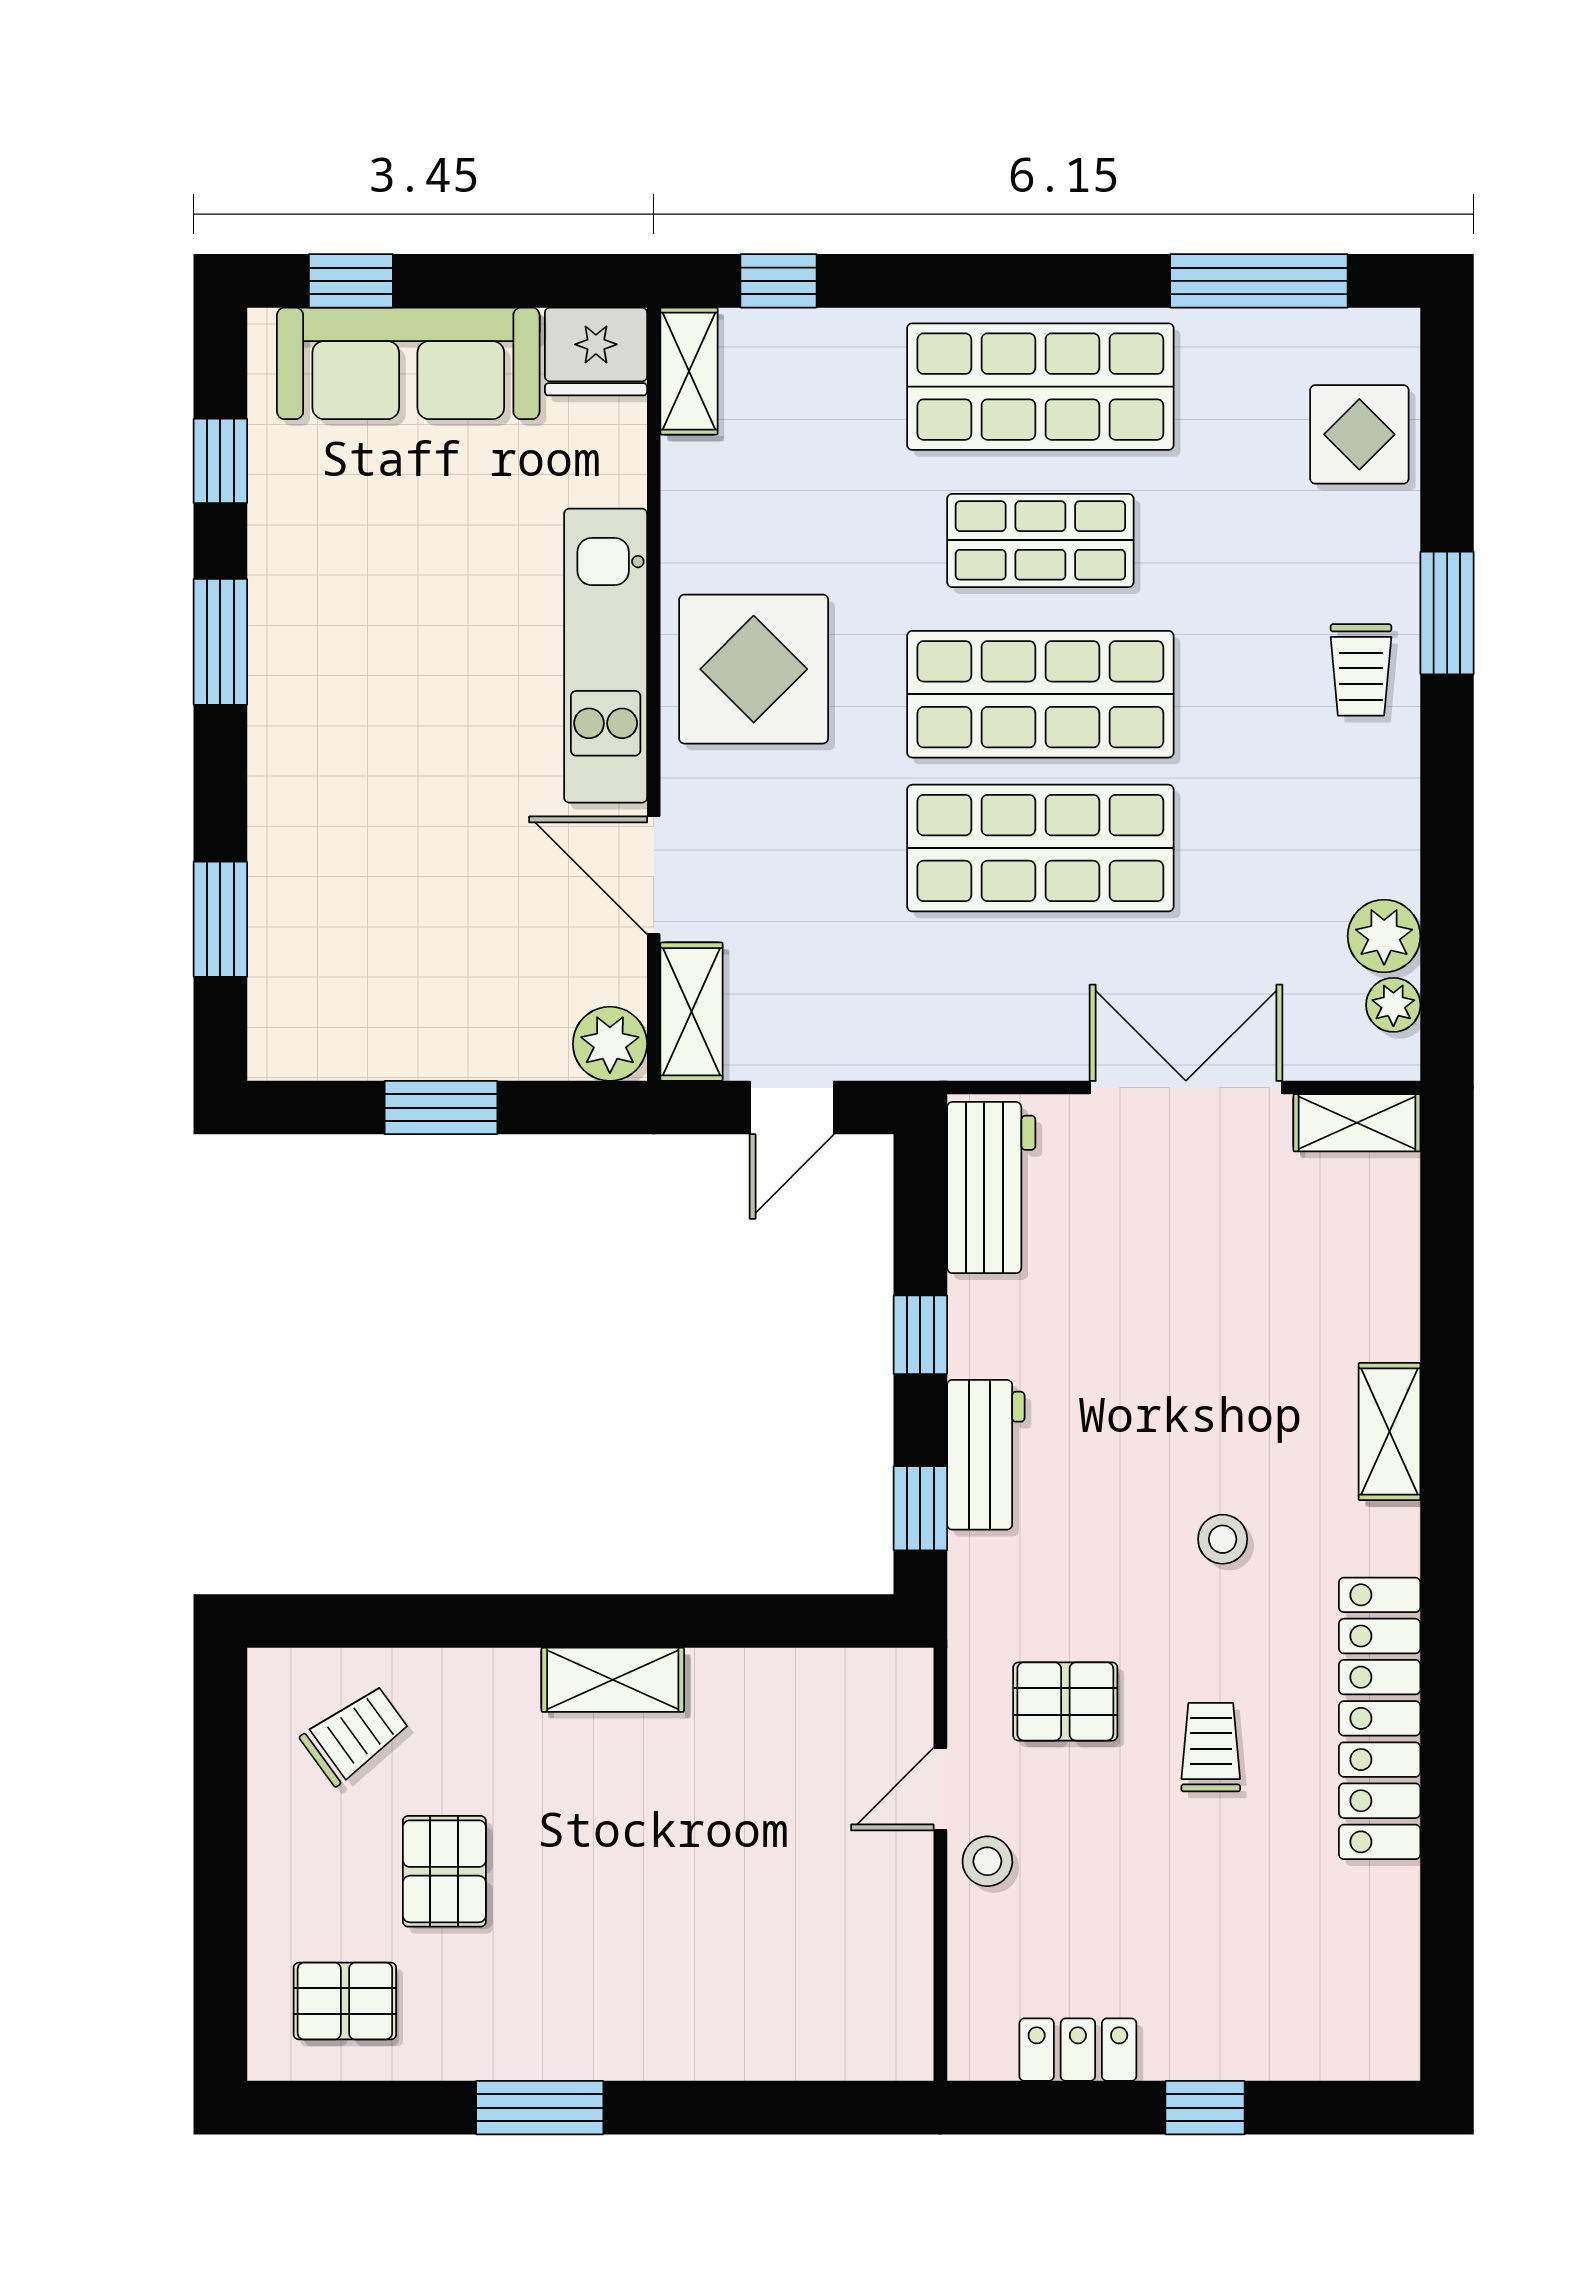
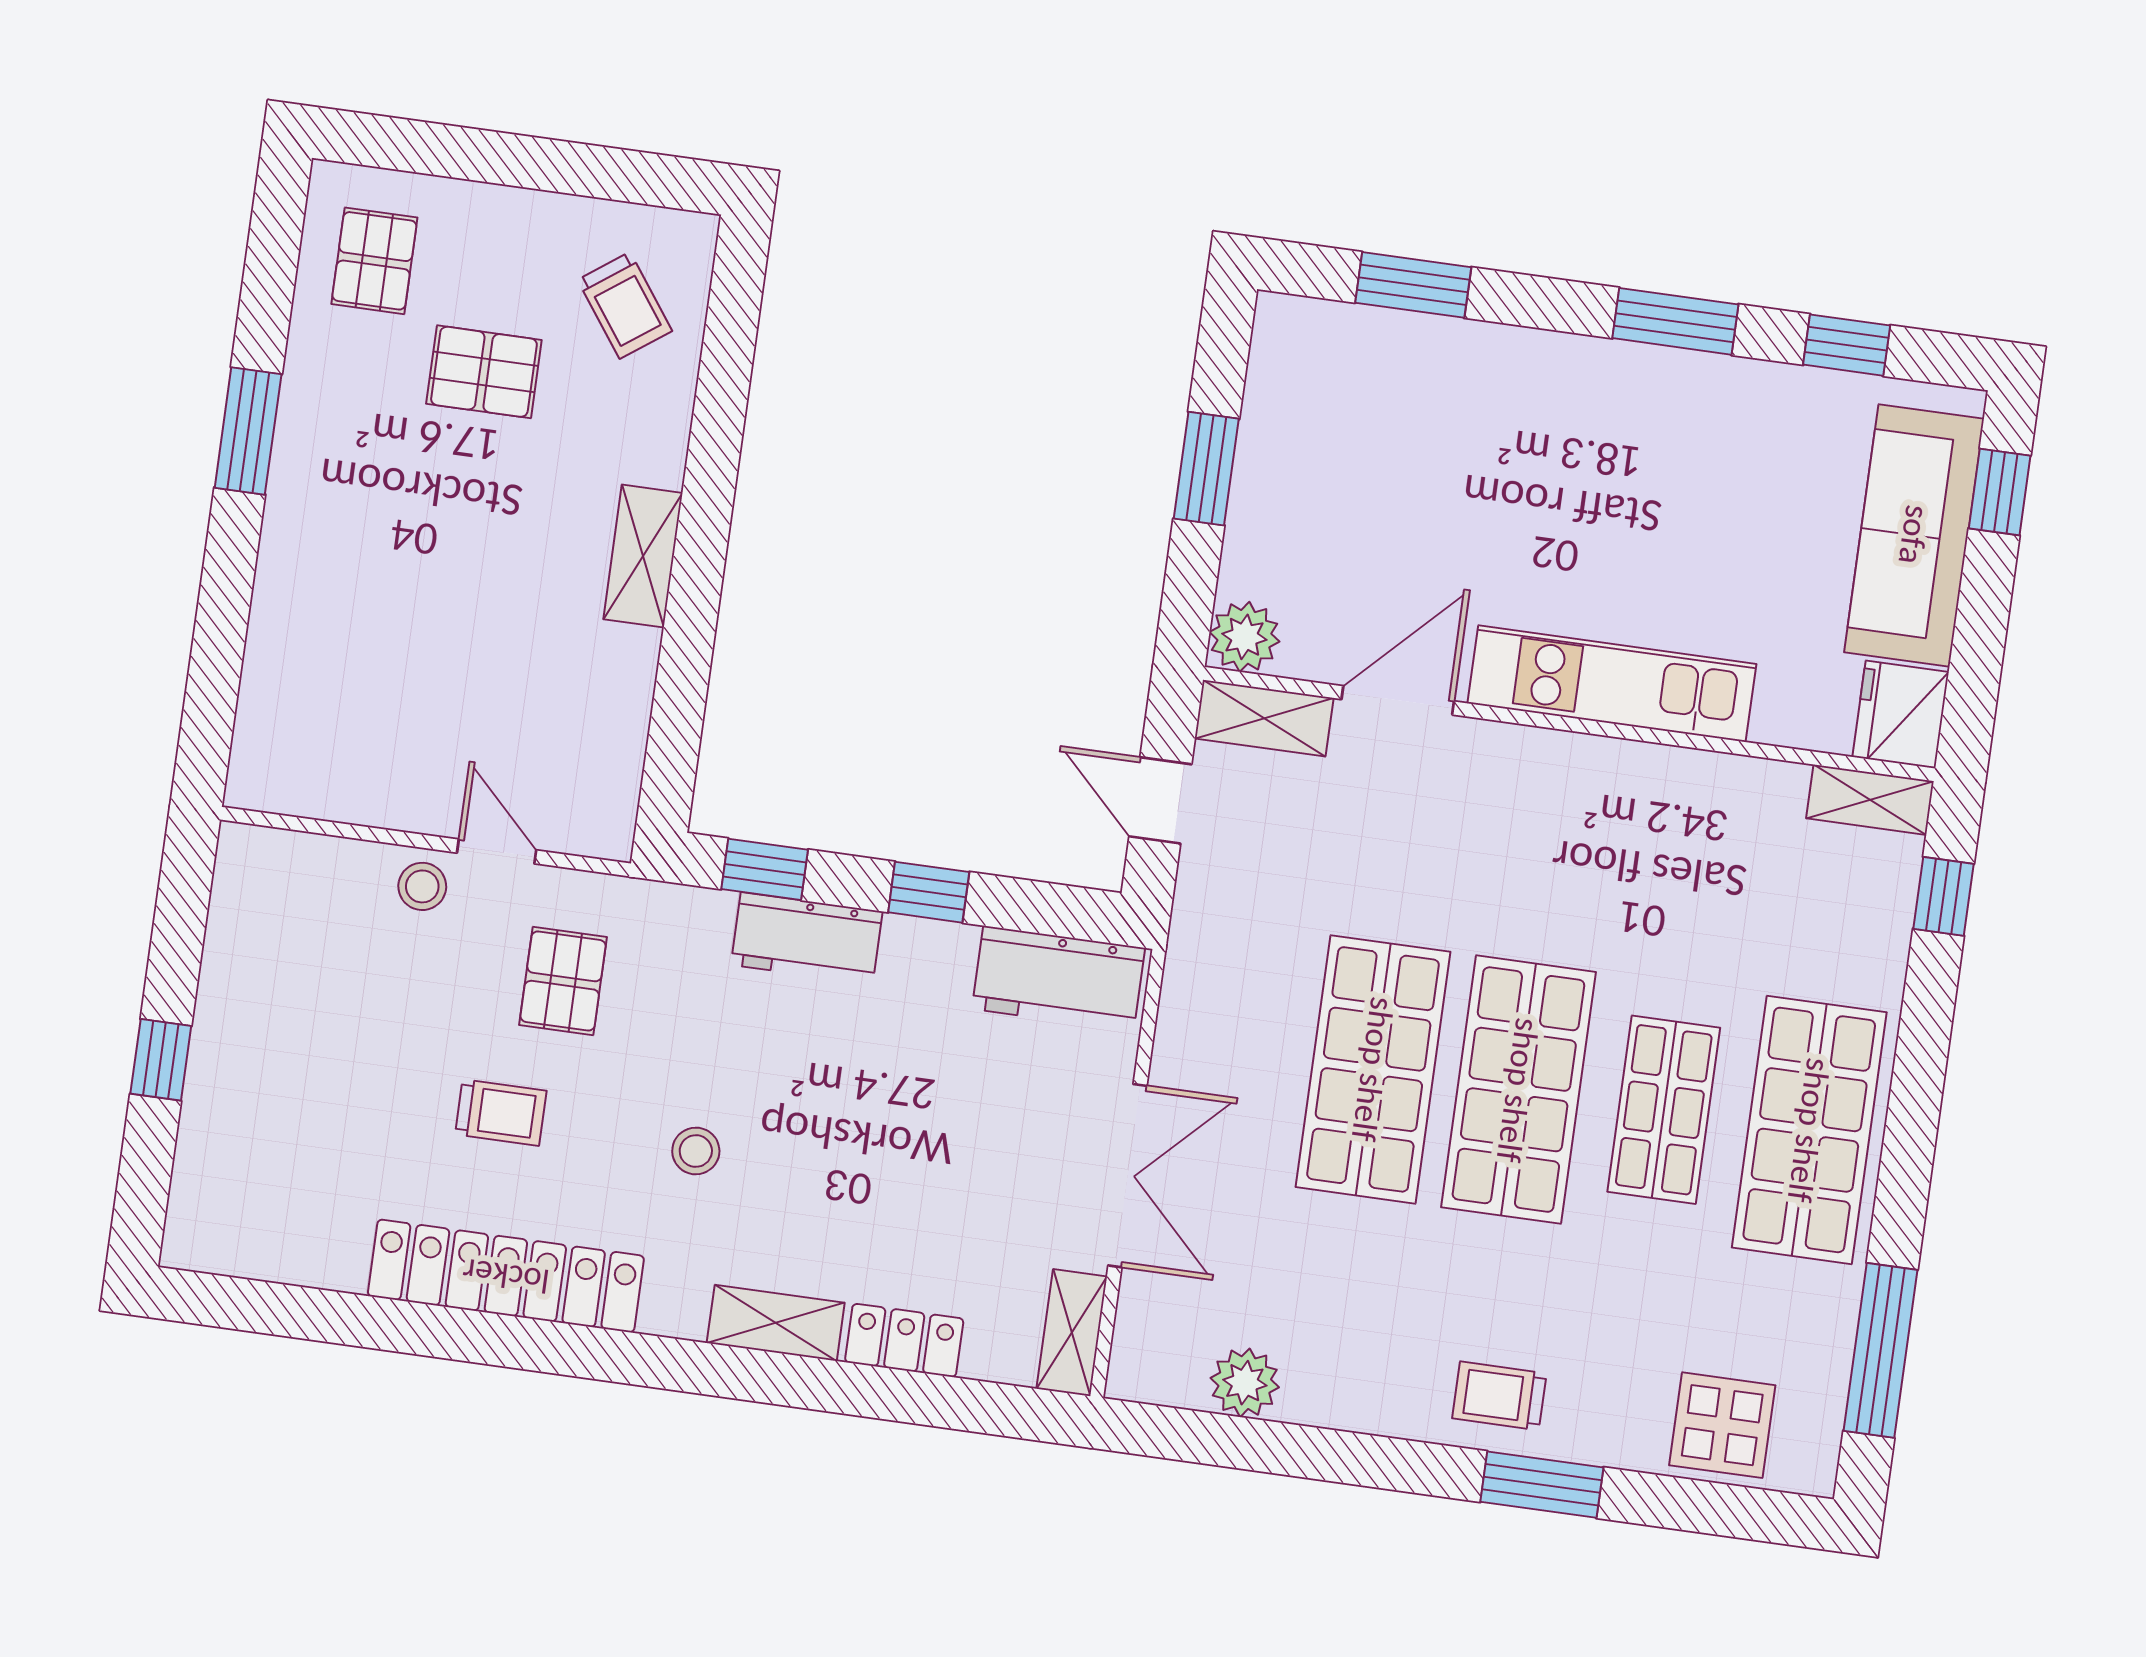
display table: (754, 669) -> (1580, 822), removed
plant: (1393, 1005) -> (1178, 1382), removed
locker: (1078, 2050) -> (904, 1340), moved, turned -90

